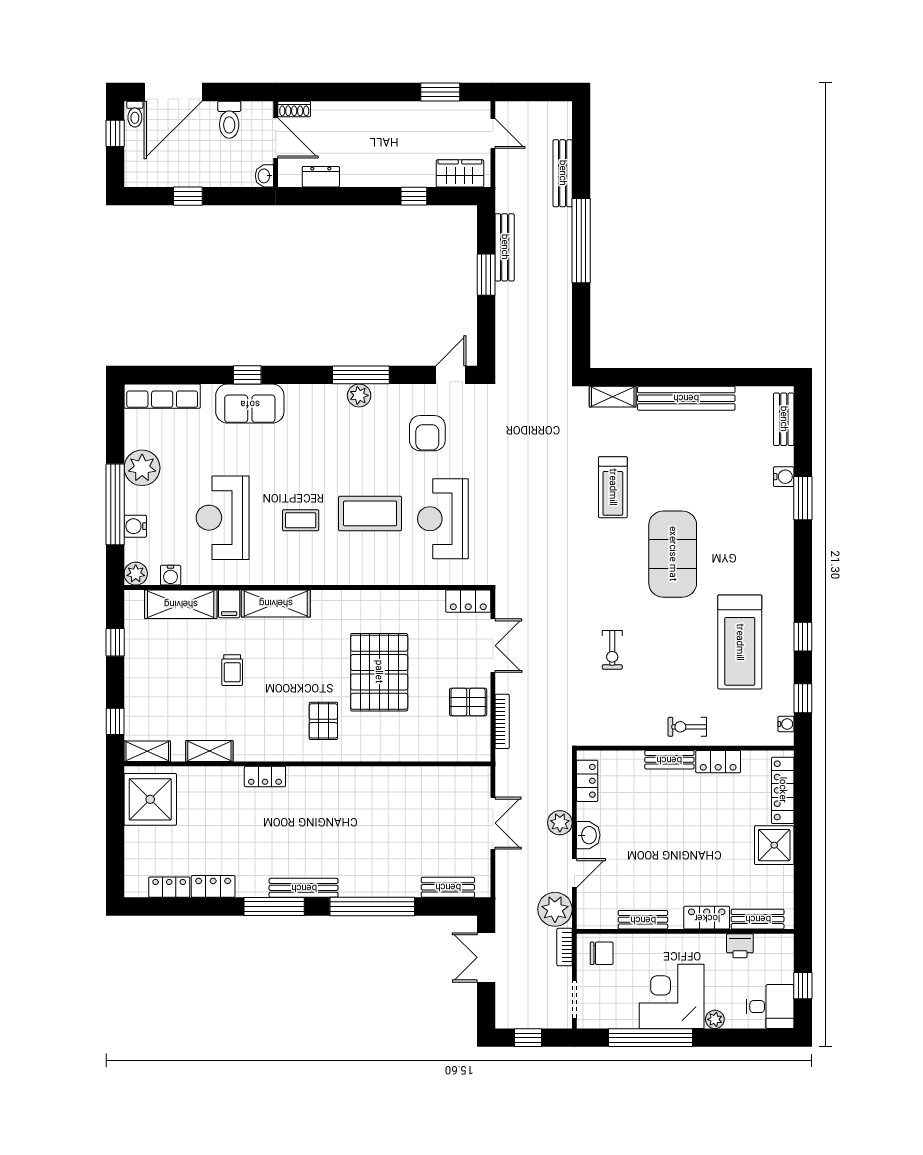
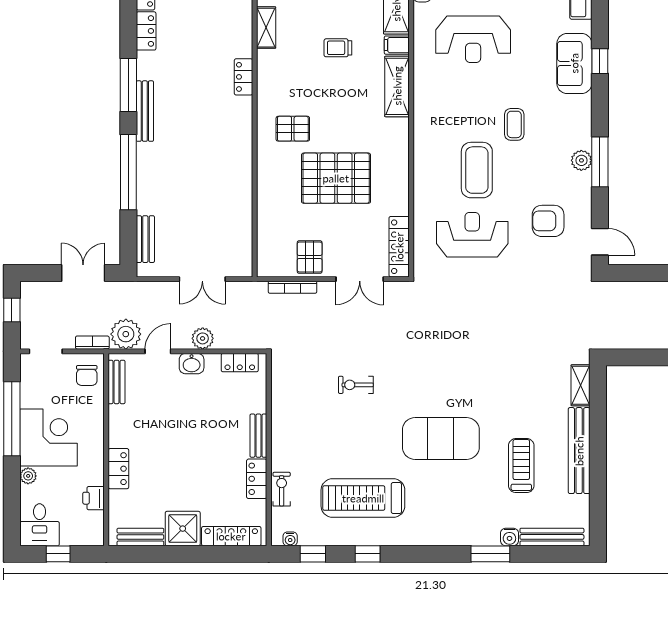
bench: (784, 419) -> (552, 537), width x1.36
treadmill: (613, 487) -> (521, 466), moved, turned 90
reception desk: (223, 518) -> (473, 39), turned 180
coffee table: (301, 520) -> (514, 124), moved
locker: (468, 601) -> (399, 247), width x1.53
exercise bike: (687, 727) -> (282, 489), moved
door: (574, 873) -> (158, 351), swing flipped
bench: (758, 919) -> (140, 537), moved, turned 90
bench: (643, 920) -> (117, 382), moved

